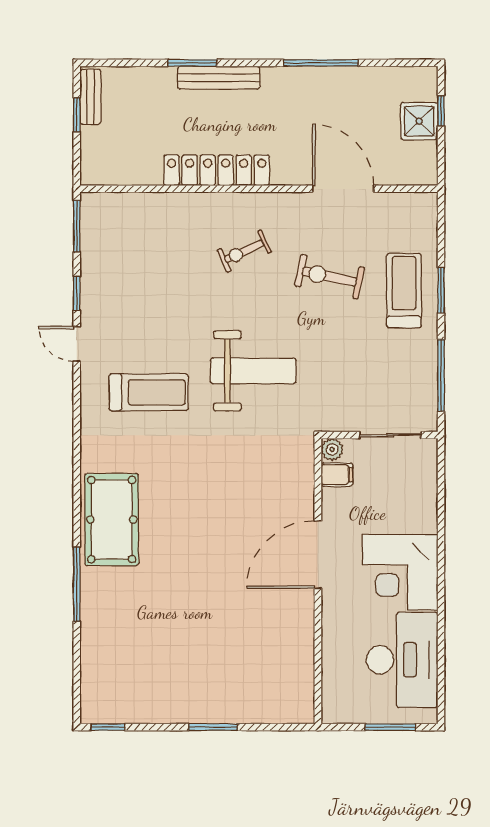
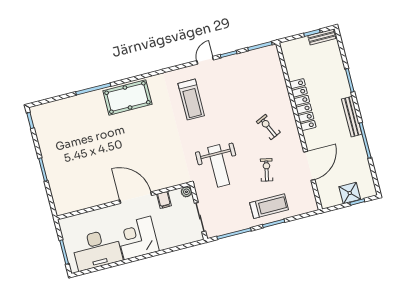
bench: (219, 78) -> (352, 117), moved
exercise bike: (329, 277) -> (267, 170), width x0.73, depth x0.72
weight bench: (253, 371) -> (219, 166), moved
filing cabinet: (337, 475) -> (164, 200), moved

